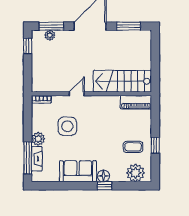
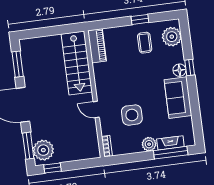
plant: (50, 35) -> (43, 150), width x1.88, depth x1.88

